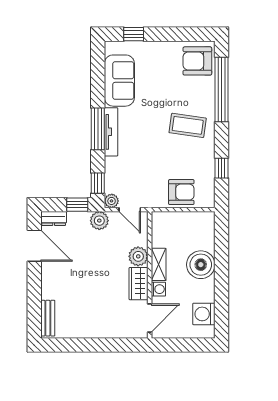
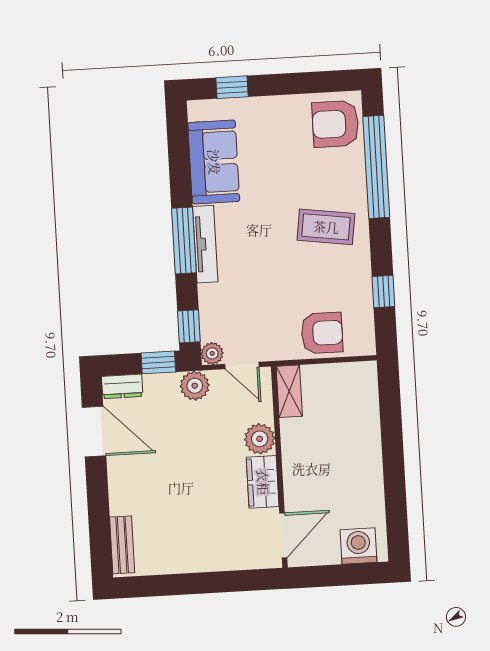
shelving: (159, 264) -> (289, 391), moved
boiler: (201, 265) -> (359, 446), removed
washing machine: (158, 289) -> (295, 489), removed
washing machine: (204, 314) -> (358, 546), moved, turned 90

